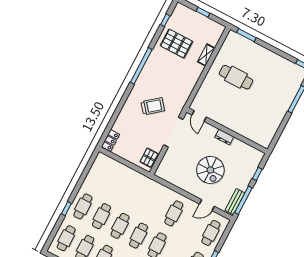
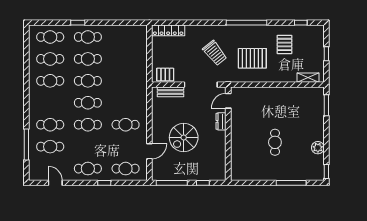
pallet: (176, 44) -> (284, 44), width x0.67, depth x0.71
shelving: (206, 55) -> (308, 78), moved
plant: (279, 61) -> (318, 148), added
pallet: (174, 77) -> (252, 58), added
cafe table: (236, 77) -> (275, 142), moved, width x0.73, depth x0.74
dresser: (224, 137) -> (221, 121), moved
locker: (110, 140) -> (168, 30), width x1.53
bench: (235, 202) -> (171, 92), moved
door: (207, 205) -> (149, 151), swing flipped

